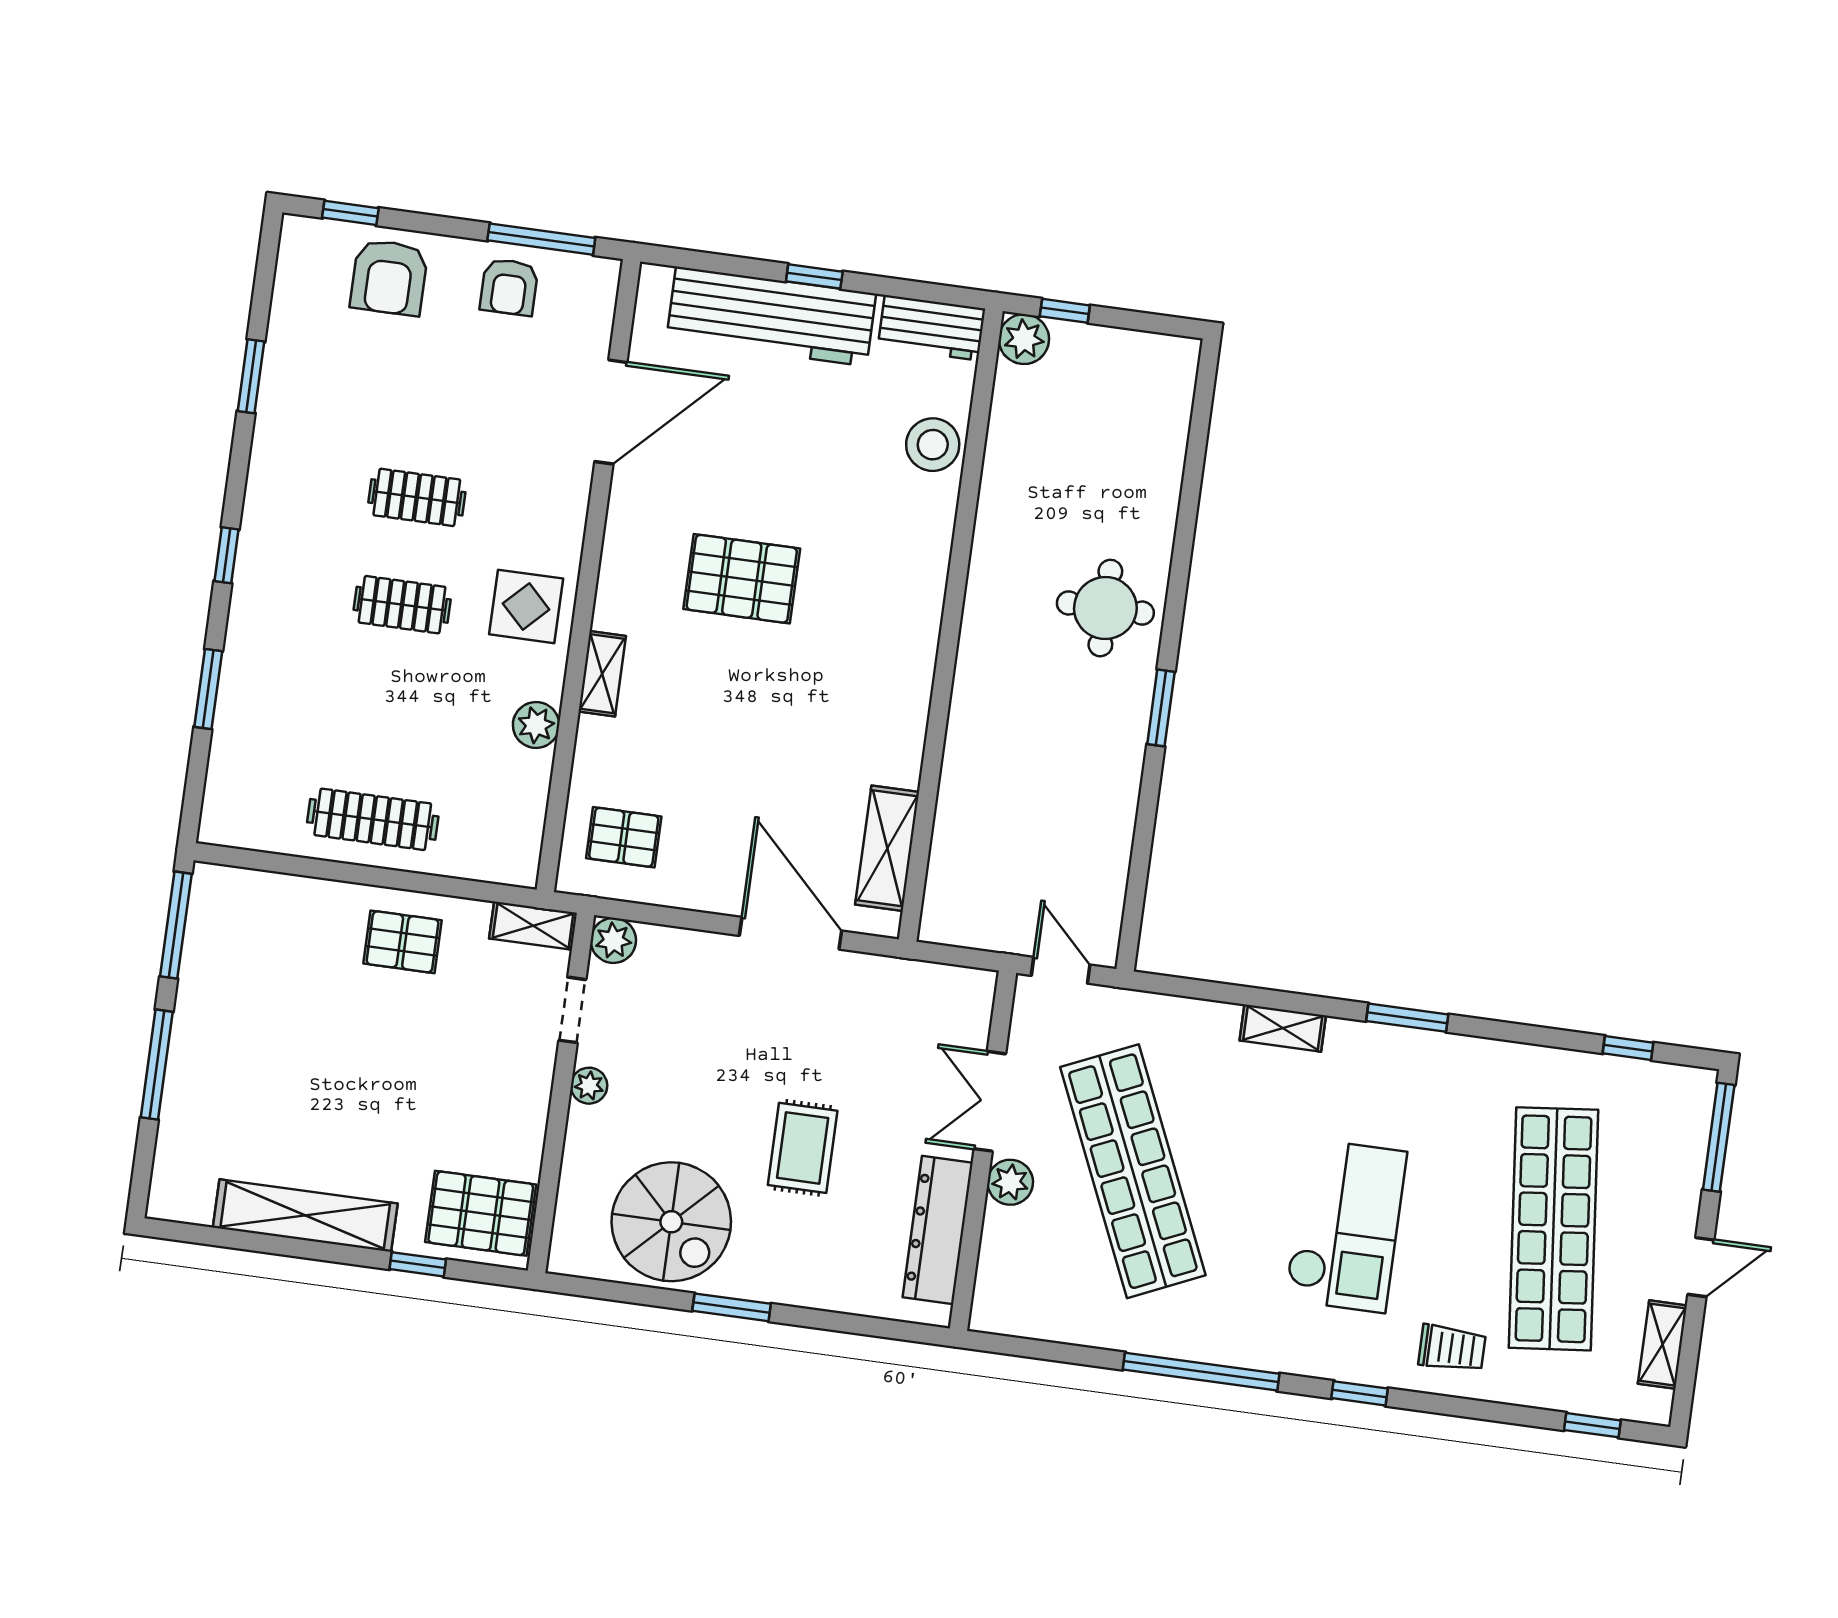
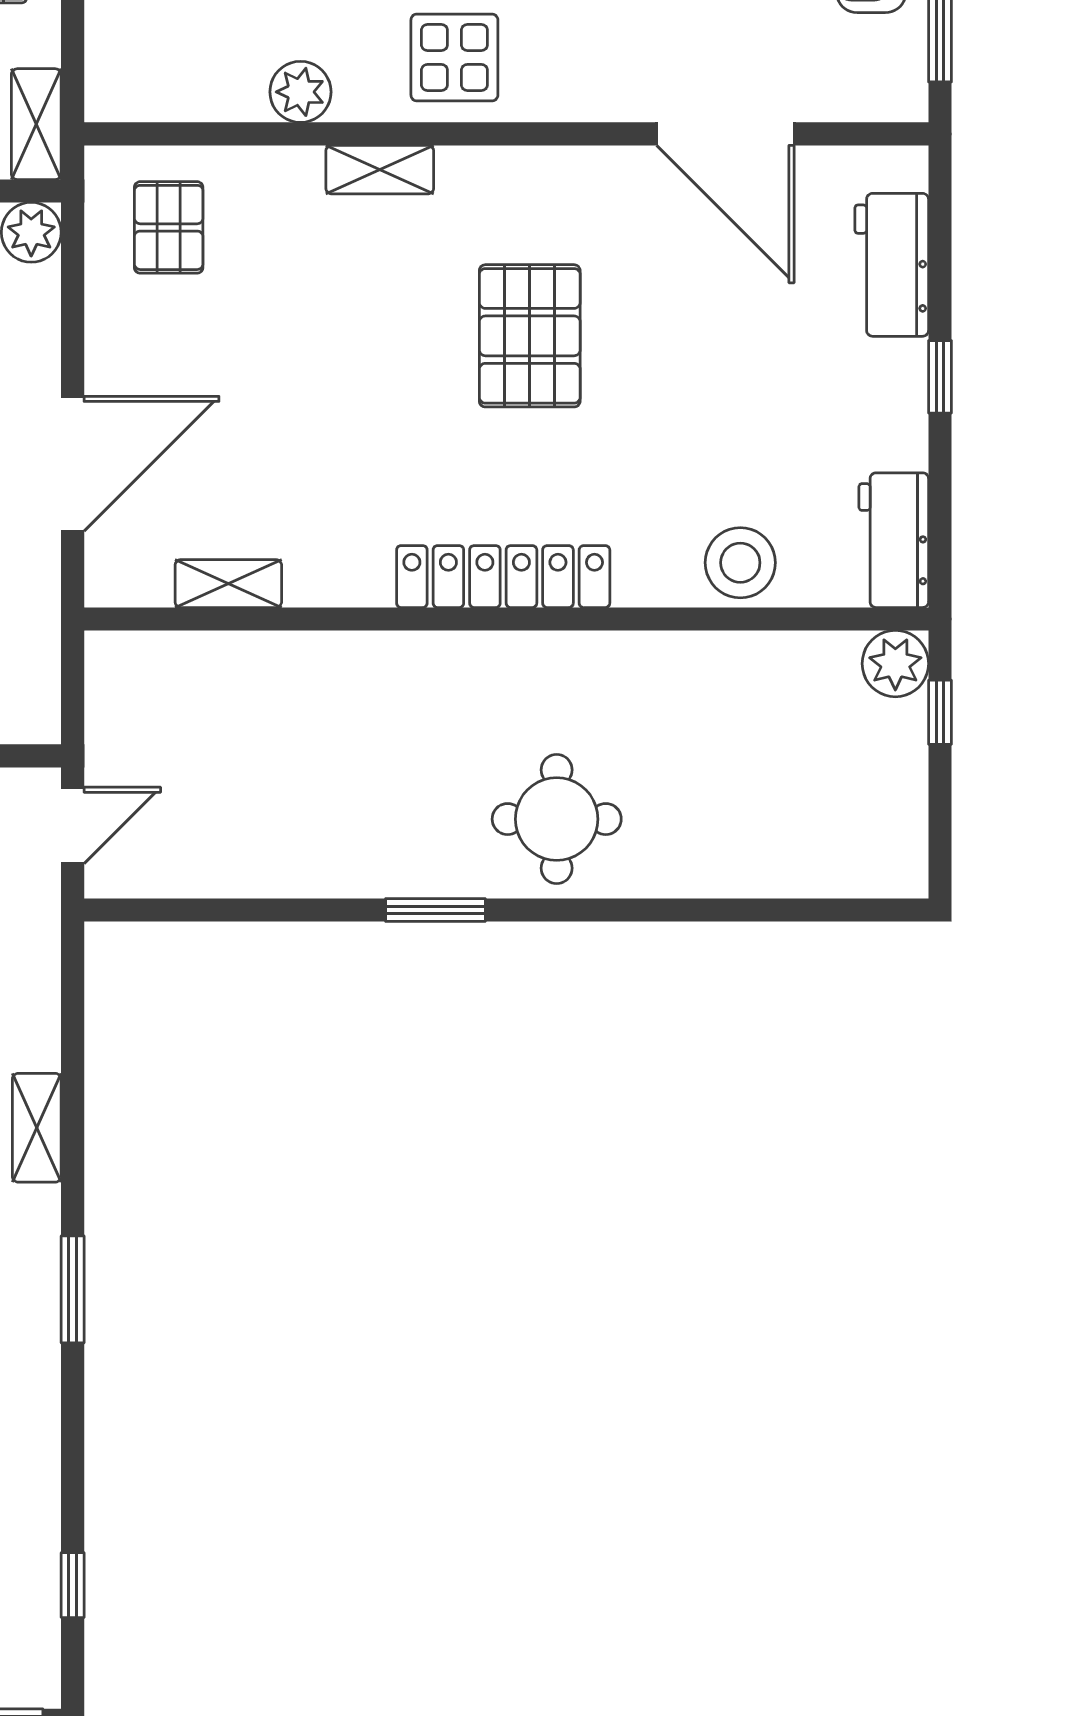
workbench: (771, 316) -> (892, 265), width x0.53, depth x0.76
locker: (919, 623) -> (503, 577), added
shelving: (887, 848) -> (228, 584), width x0.67, depth x0.75

